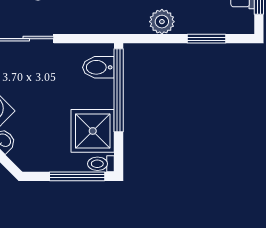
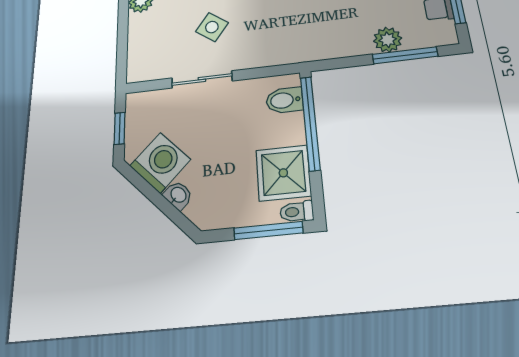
plant: (162, 22) -> (388, 40), moved
window: (207, 39) -> (405, 55), width x1.44

